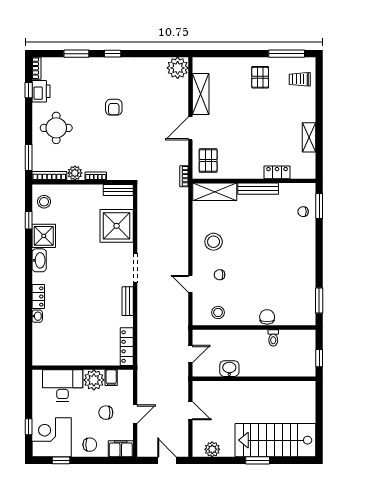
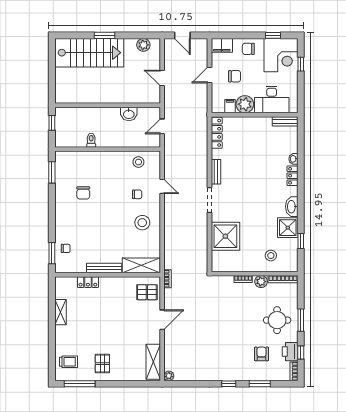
plant: (178, 68) -> (169, 376), width x0.53, depth x0.53
shelving: (201, 94) -> (153, 362), moved
armchair: (114, 107) -> (261, 354), moved
window: (29, 157) -> (301, 320), moved
pallet: (208, 161) -> (147, 292), turned 90
bench: (118, 190) -> (285, 121), moved
stool: (44, 202) -> (271, 256), moved
chair: (267, 317) -> (83, 193), moved

